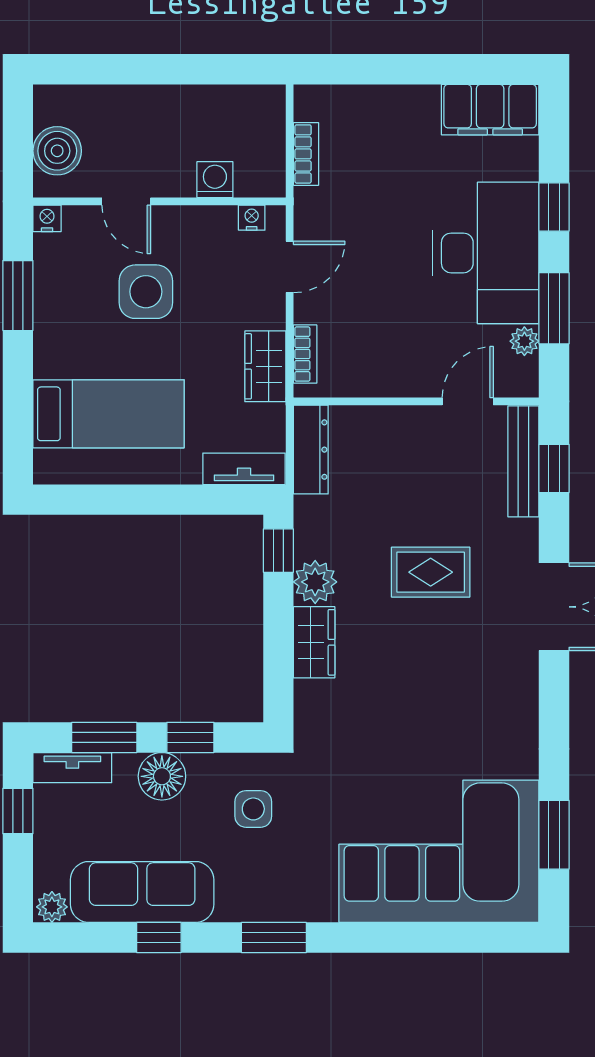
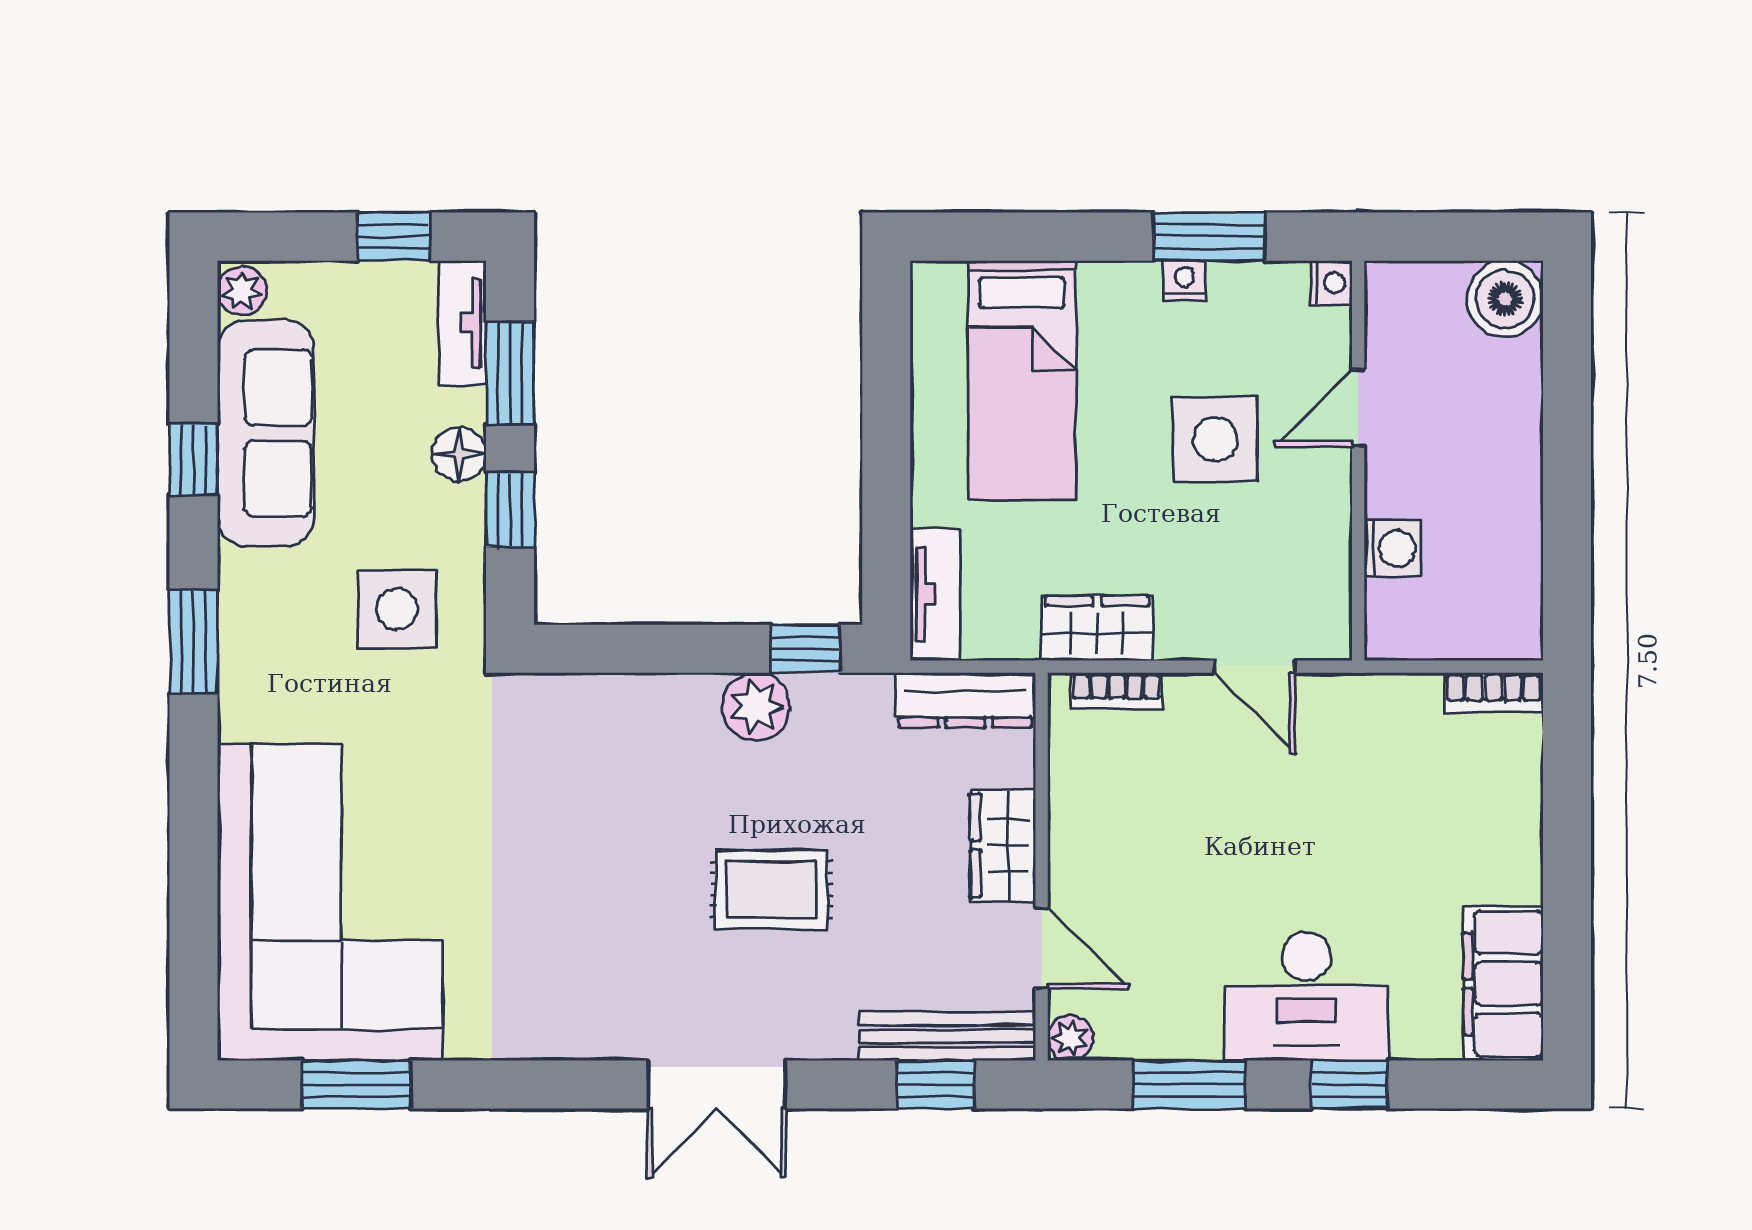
boiler: (57, 151) -> (1505, 299), moved
bookcase: (306, 154) -> (1494, 692), moved
nightstand: (252, 218) -> (1184, 280), moved, turned -90
desk: (486, 253) -> (1306, 996), width x0.73, depth x0.77
plant: (524, 341) -> (1070, 1038), moved
rug: (431, 572) -> (772, 889), turned 90
wardrobe: (314, 642) -> (1003, 846), moved, turned 90
floor lamp: (162, 776) -> (459, 454), width x0.73, depth x0.73
side table: (253, 809) -> (397, 609), width x1.37, depth x1.37

